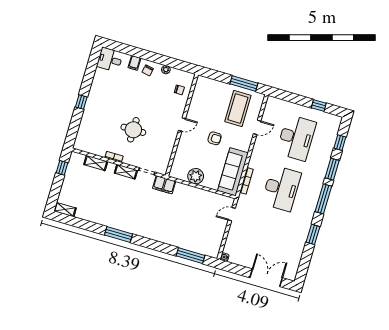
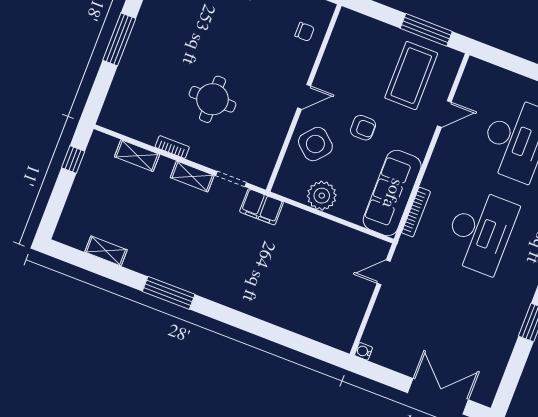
window: (81, 102) -> (119, 39), width x2.17
side table: (190, 149) -> (315, 144), added
shelving: (65, 210) -> (106, 251), moved
window: (191, 256) -> (300, 343), removed

